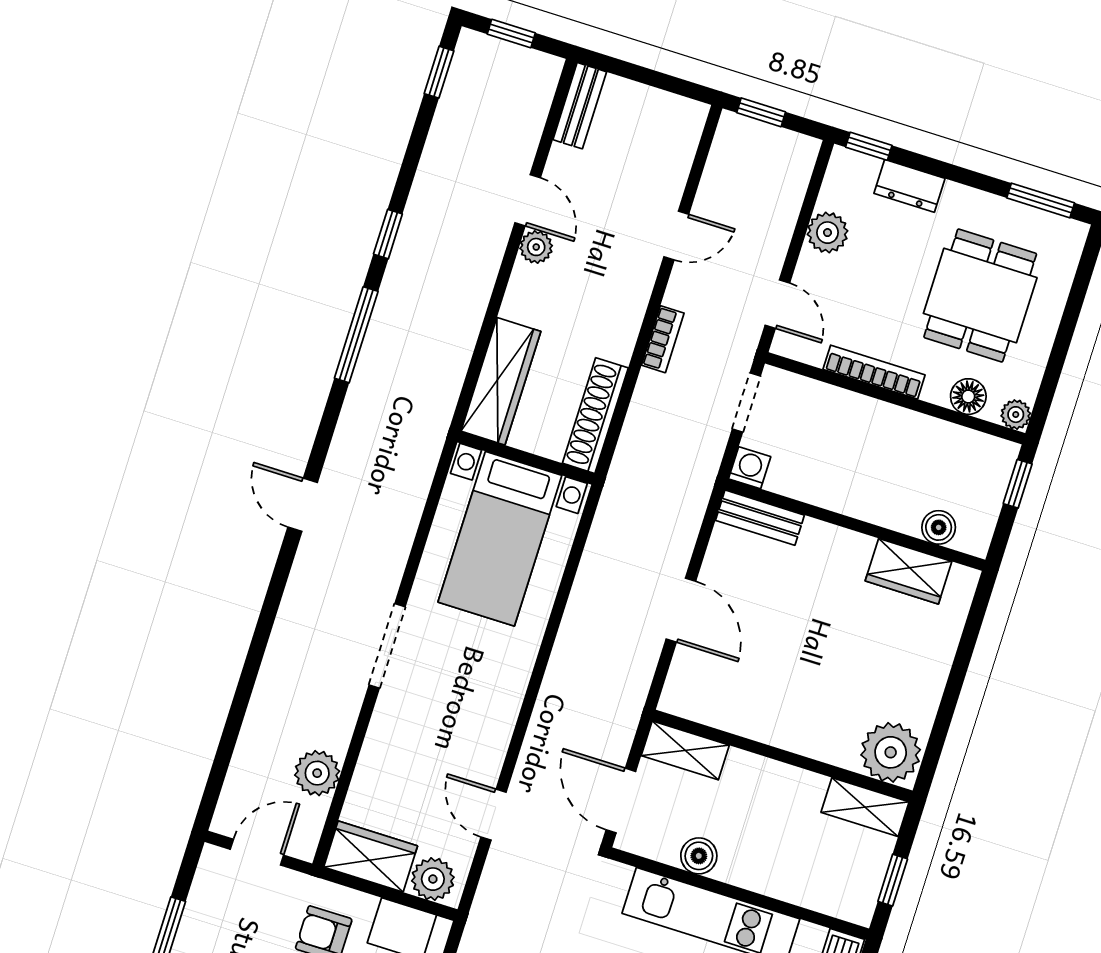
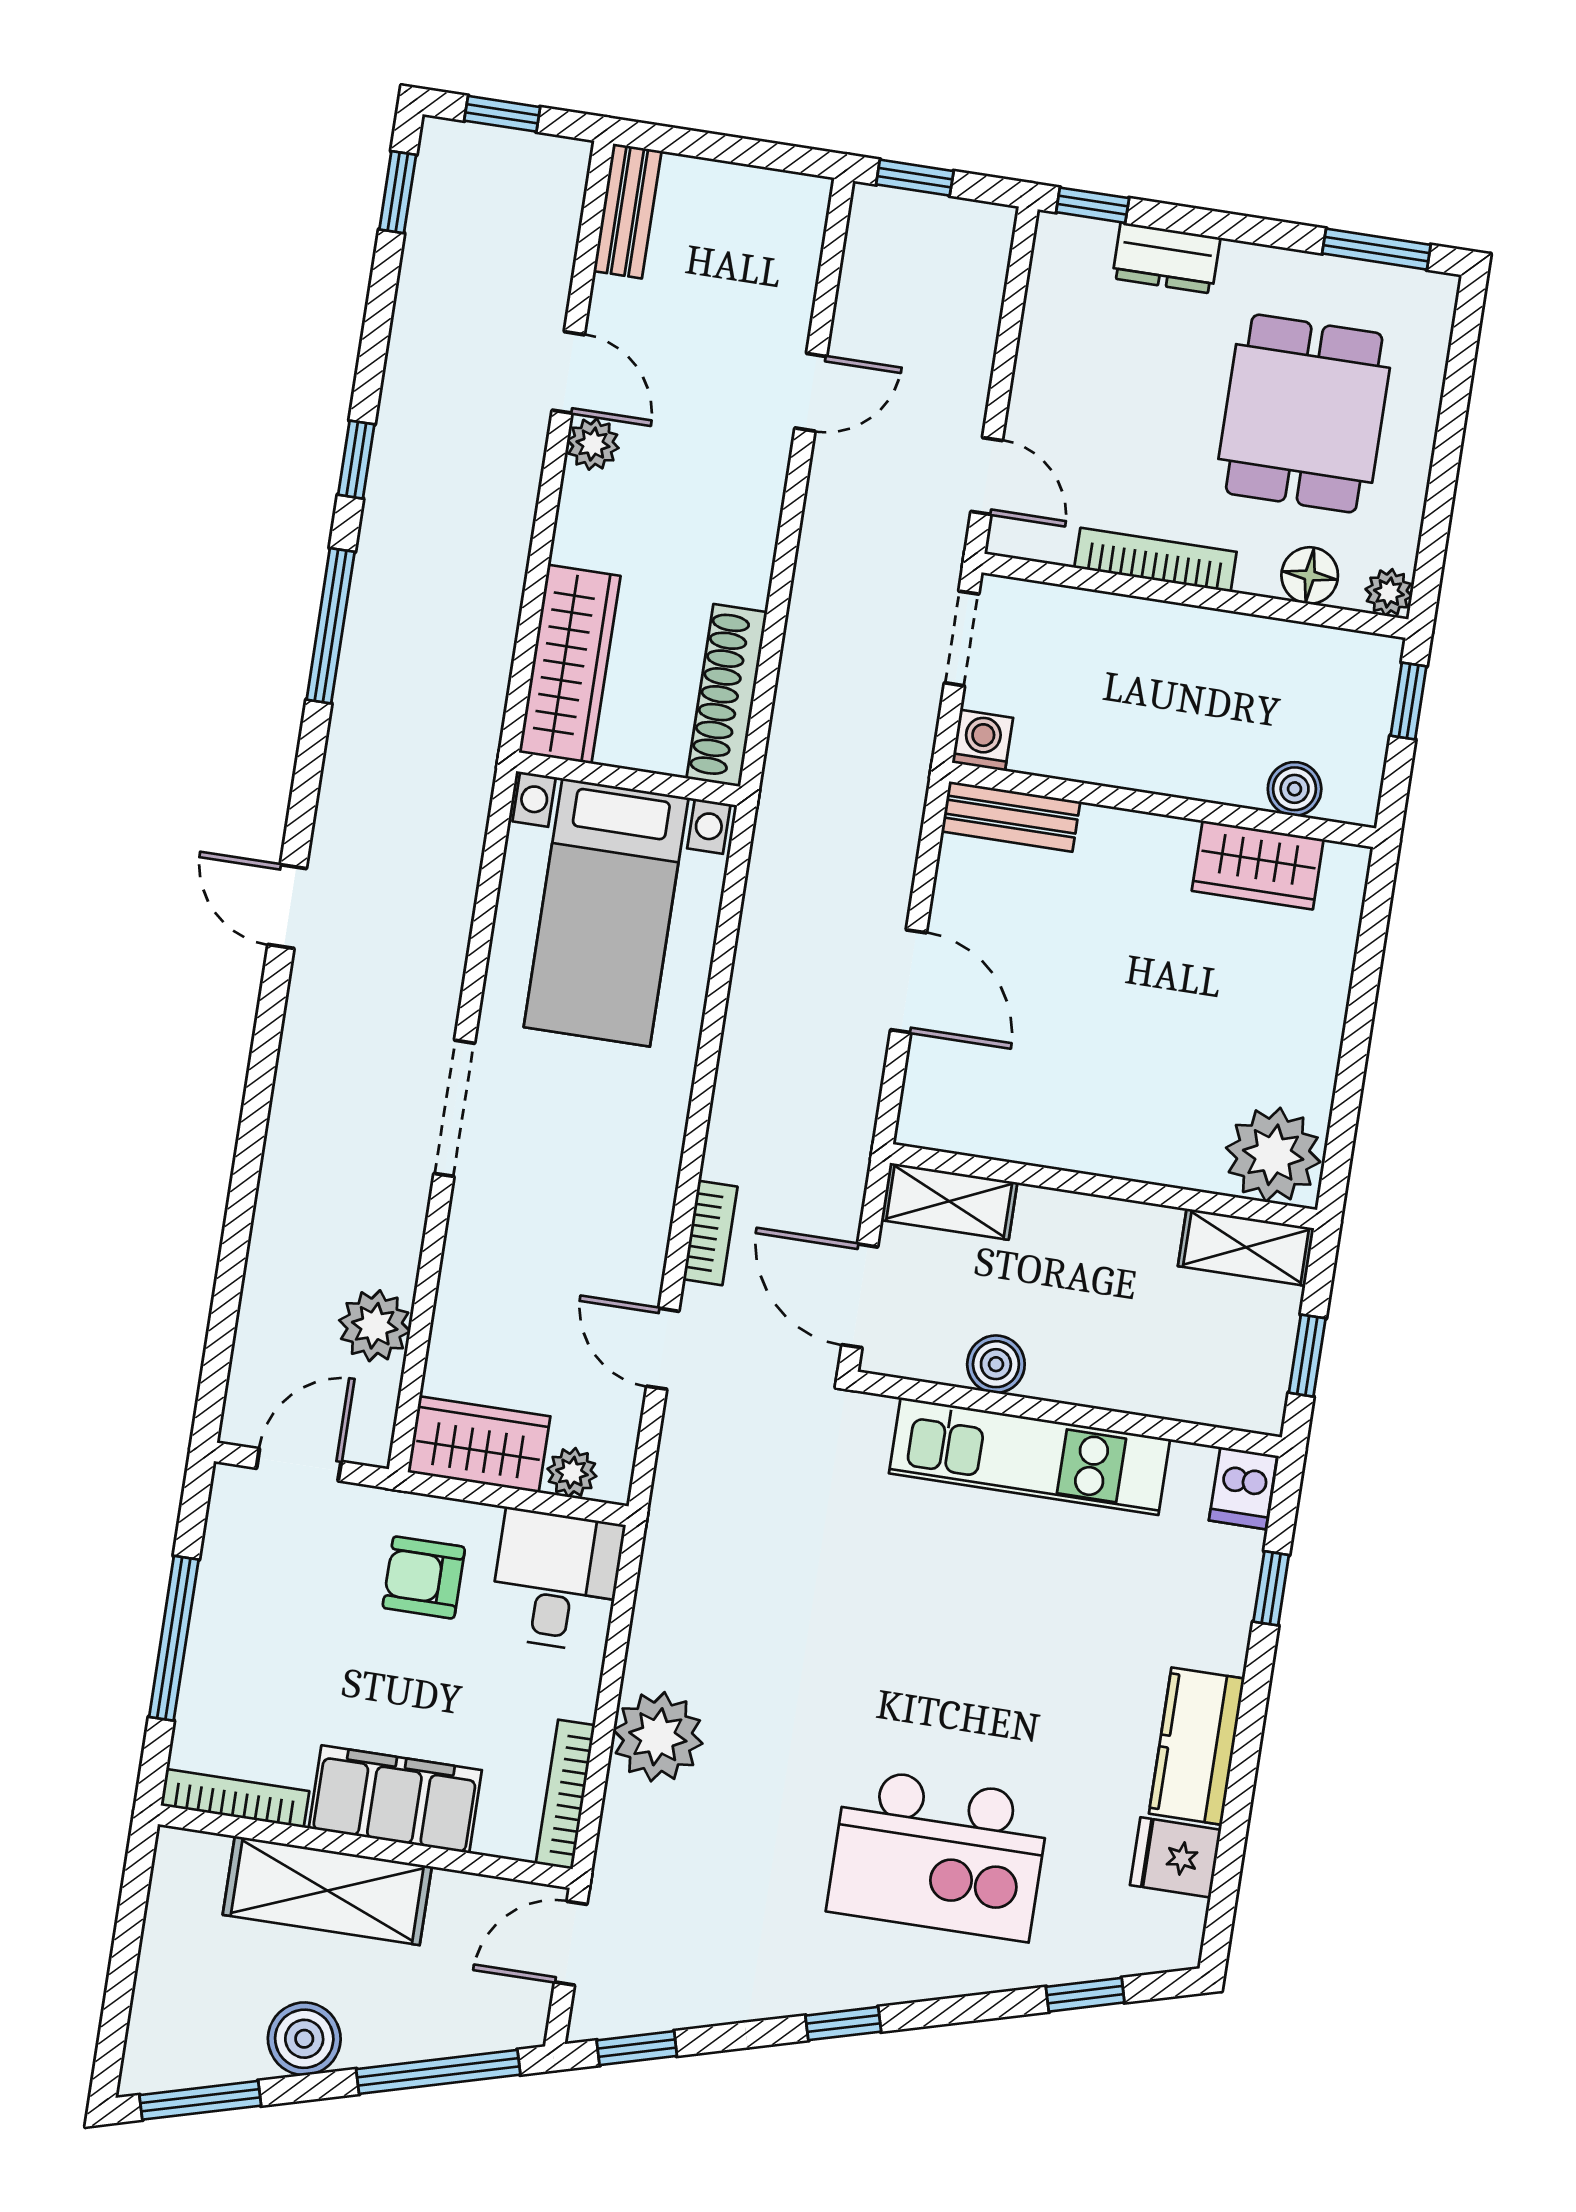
plant: (828, 233) -> (1048, 351), removed
bookcase: (663, 339) -> (710, 1233), moved
plant: (433, 879) -> (572, 1473), width x0.73, depth x0.73

